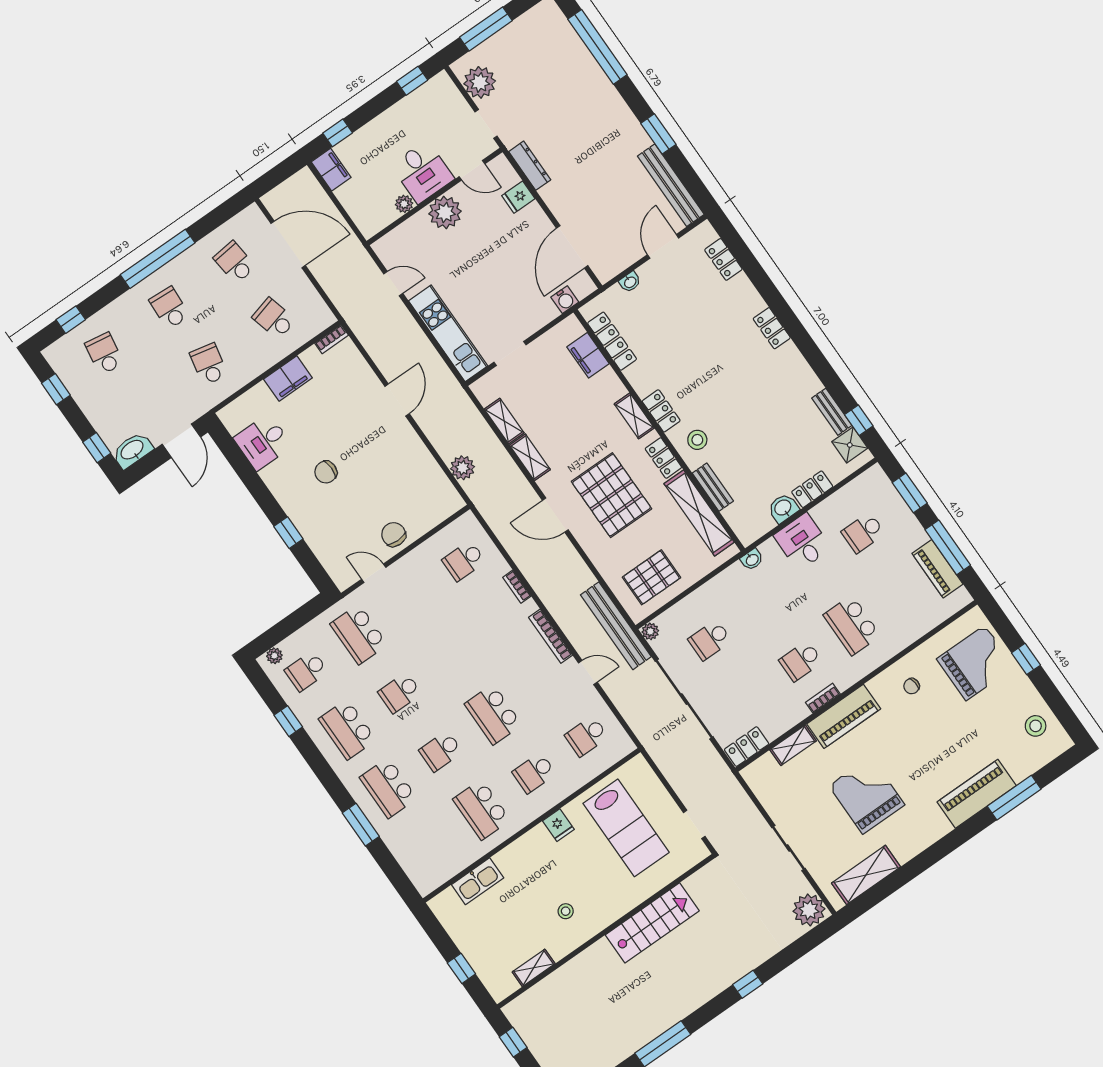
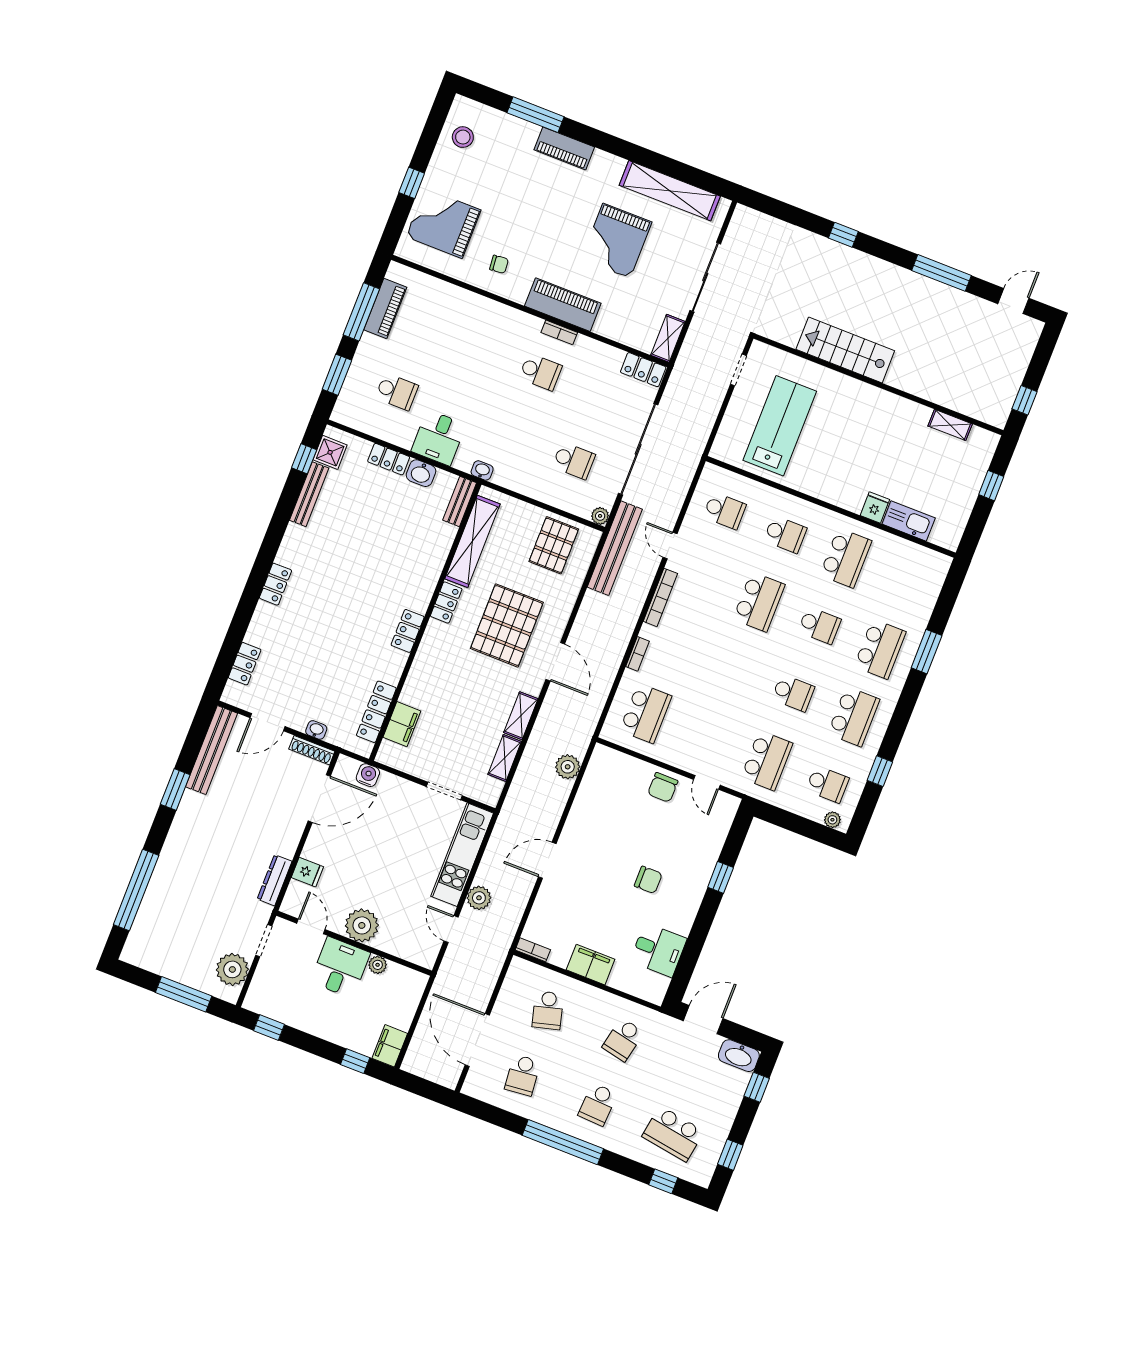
shoe rack: (616, 267) -> (312, 750), added
school desk: (104, 354) -> (673, 1134), width x1.85
bench: (832, 412) -> (309, 494), width x1.36
shelving: (634, 416) -> (427, 651), removed
stool: (697, 440) -> (412, 584), removed
bench: (713, 487) -> (460, 501), moved
school desk: (464, 561) -> (646, 713), width x1.85
pallet: (652, 577) -> (554, 545), turned 90
school desk: (852, 625) -> (481, 349), removed
shelving: (793, 745) -> (668, 338), moved, turned 90
piano: (977, 794) -> (564, 148), width x0.73, depth x0.75
fridge: (558, 825) -> (875, 507), moved
sliding door: (788, 848) -> (705, 277), width x1.37
shelving: (866, 875) -> (670, 191), width x1.47
plant: (809, 910) -> (479, 898), moved, width x0.73, depth x0.73
stool: (566, 911) -> (884, 430), removed

